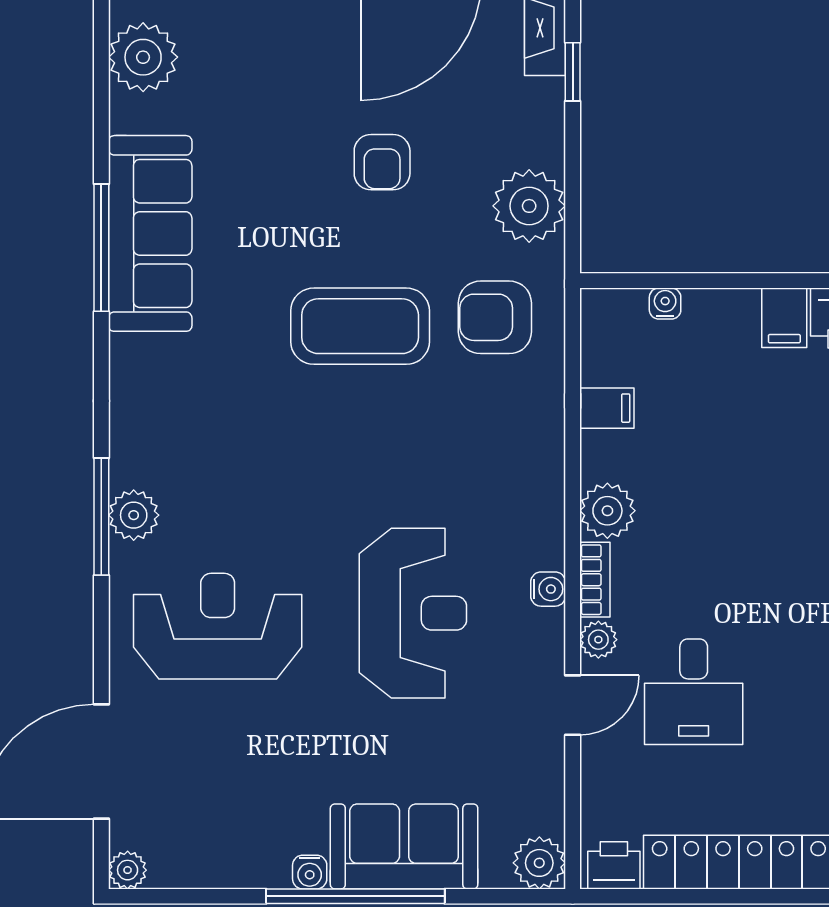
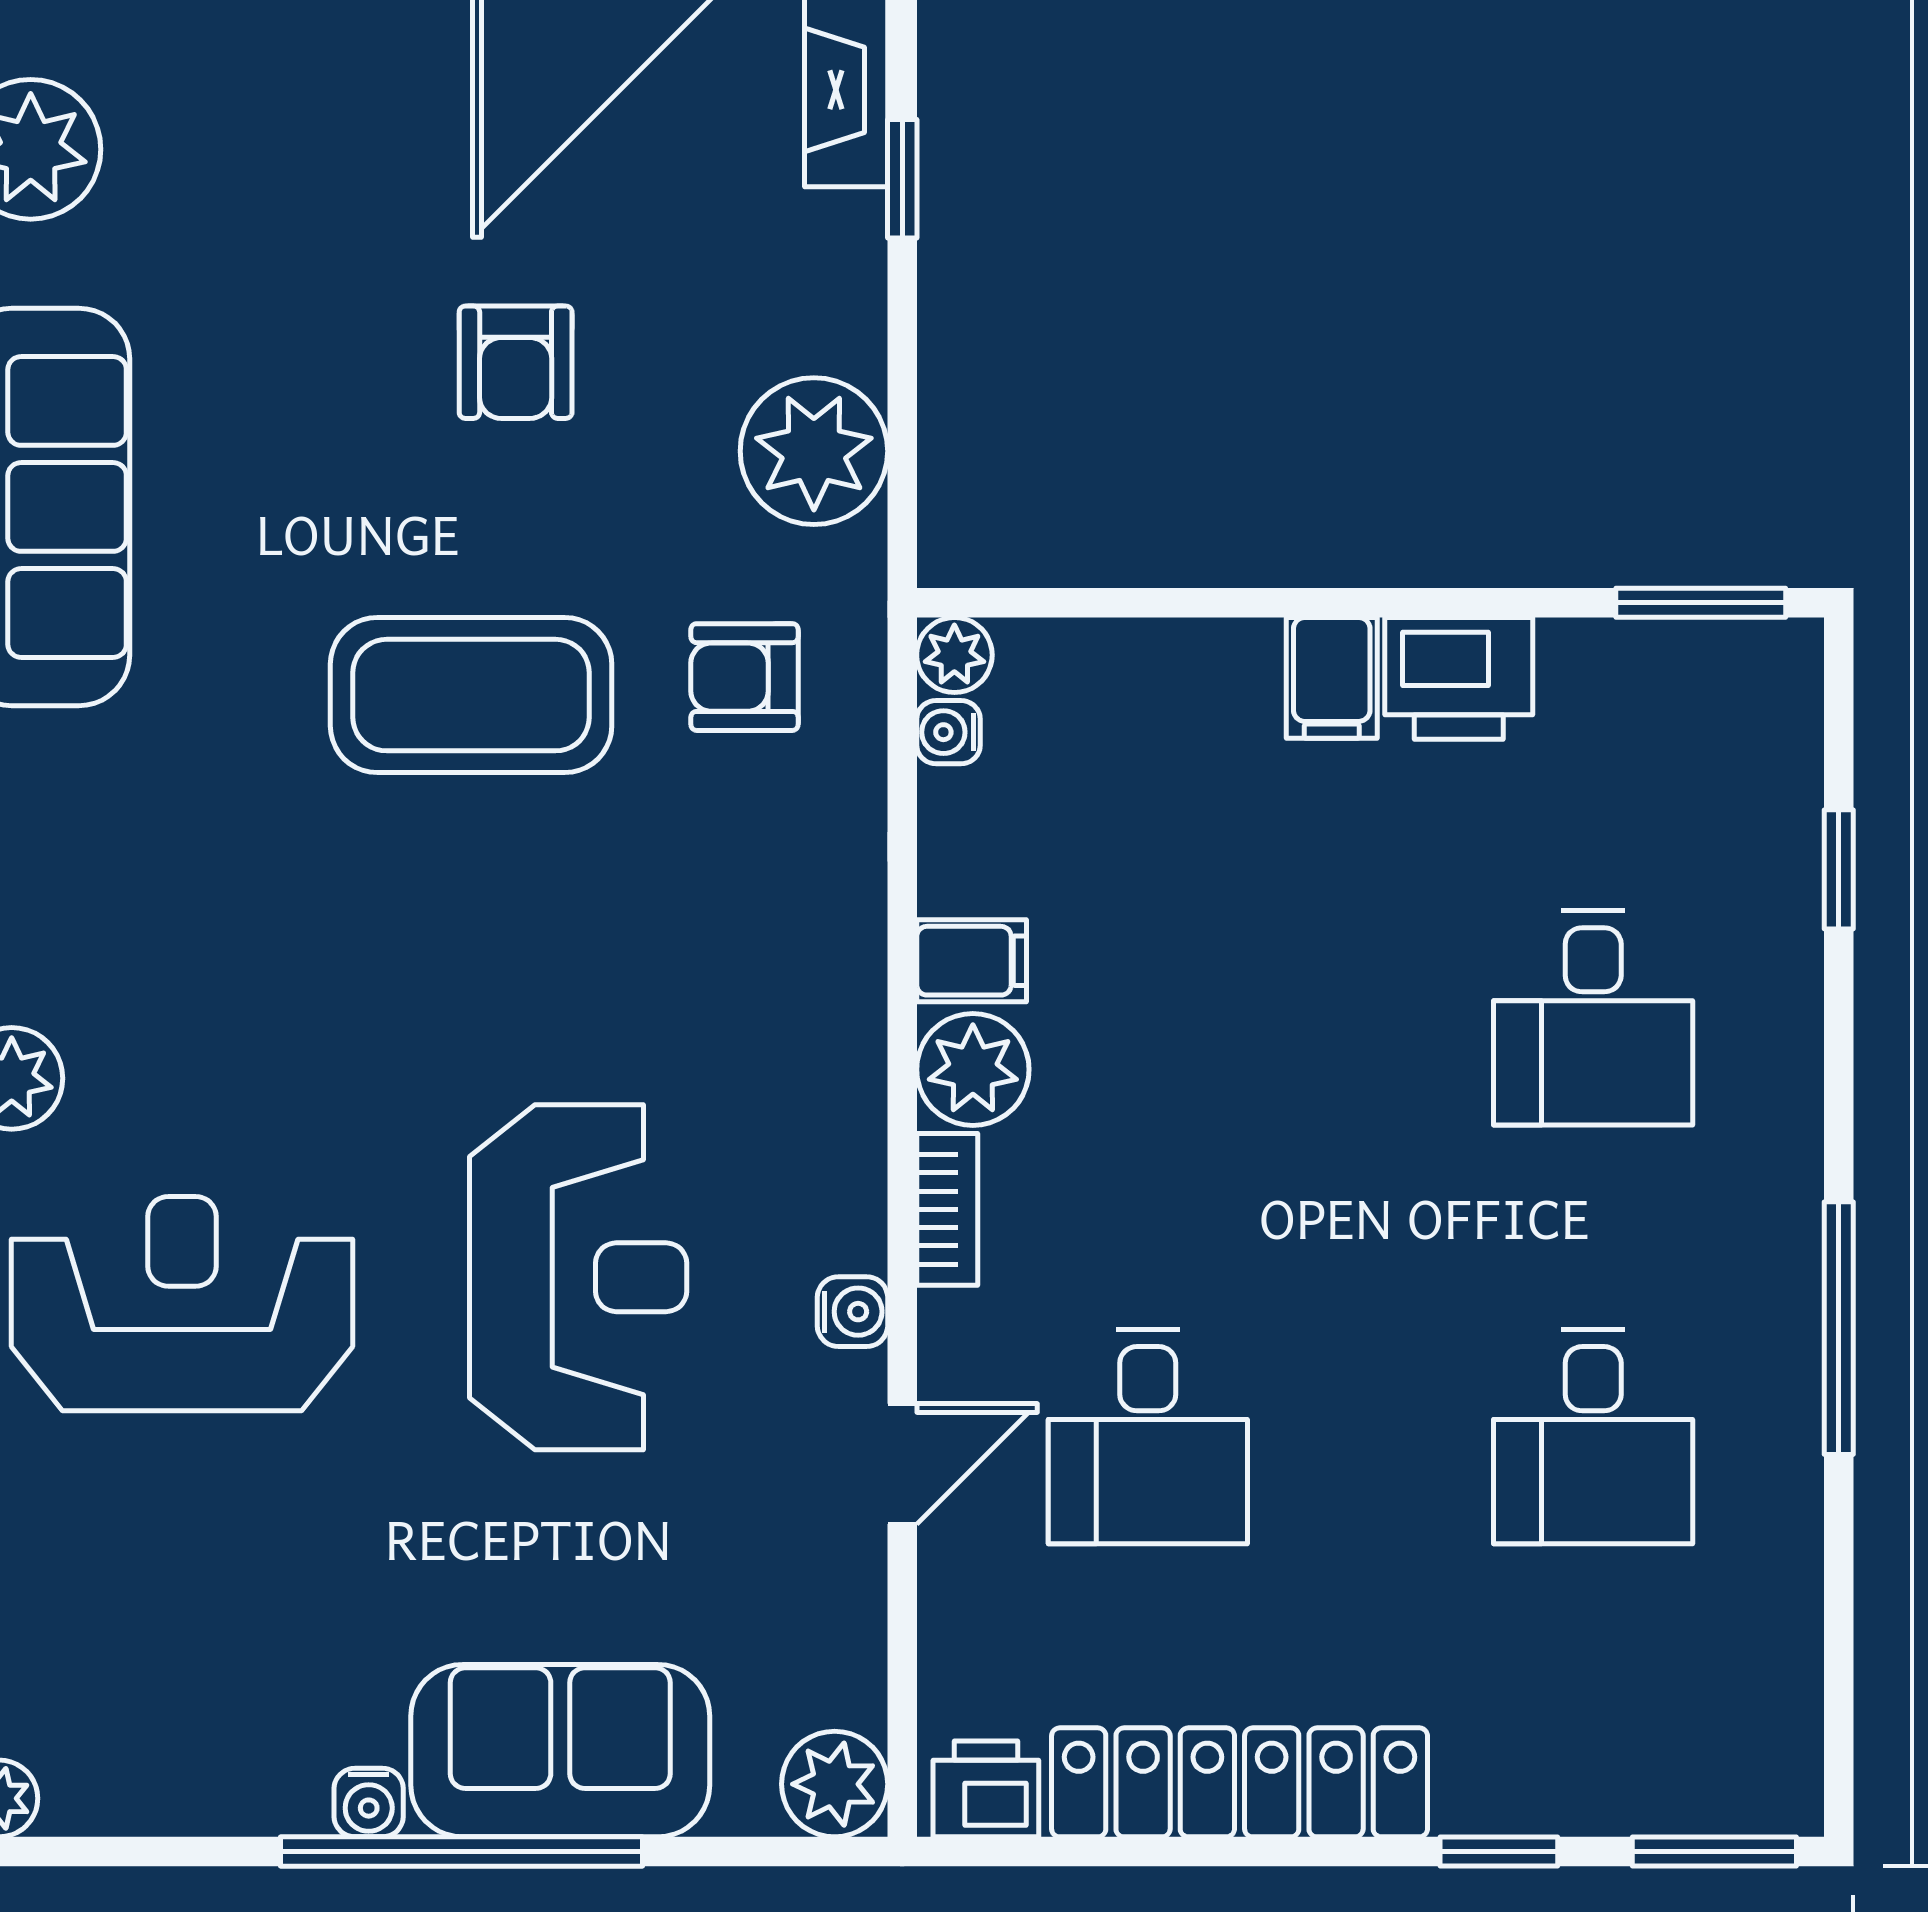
water cooler: (665, 304) -> (948, 732), moved, turned -90
armchair: (495, 317) -> (744, 677), width x0.72, depth x0.72
filing cabinet: (607, 408) -> (972, 961), moved
water cooler: (548, 589) -> (852, 1312), moved
plant: (598, 640) -> (954, 655), moved

